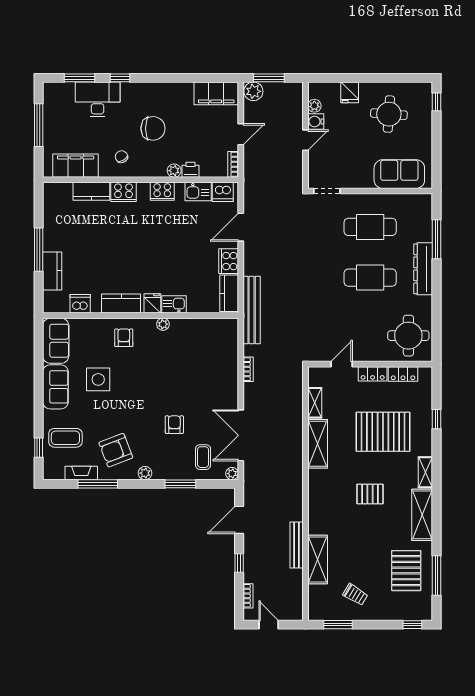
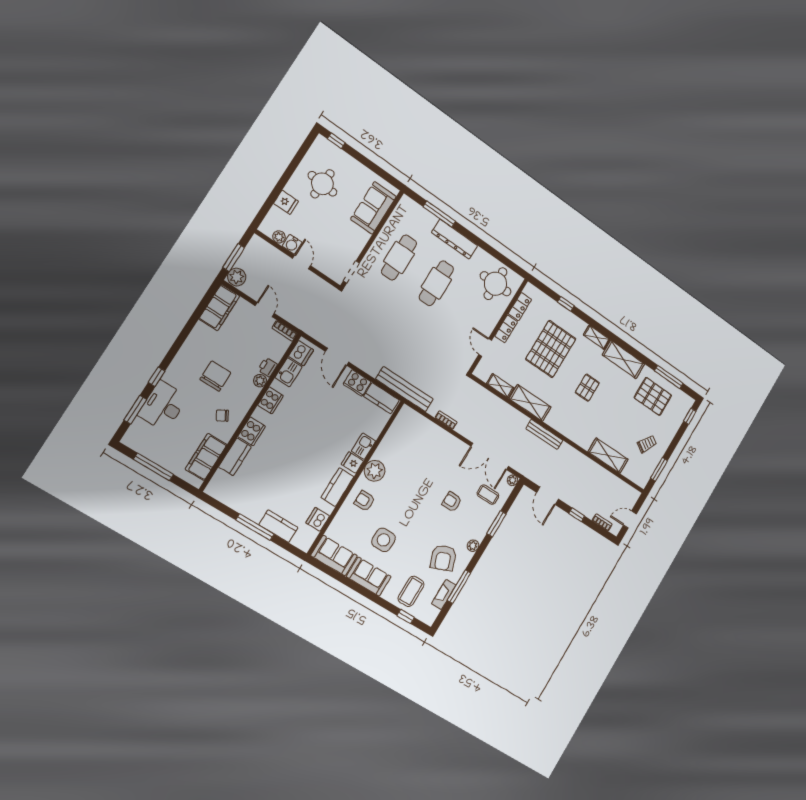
plant: (163, 324) -> (375, 471), width x1.88, depth x1.88
bench: (297, 545) -> (544, 434), moved

